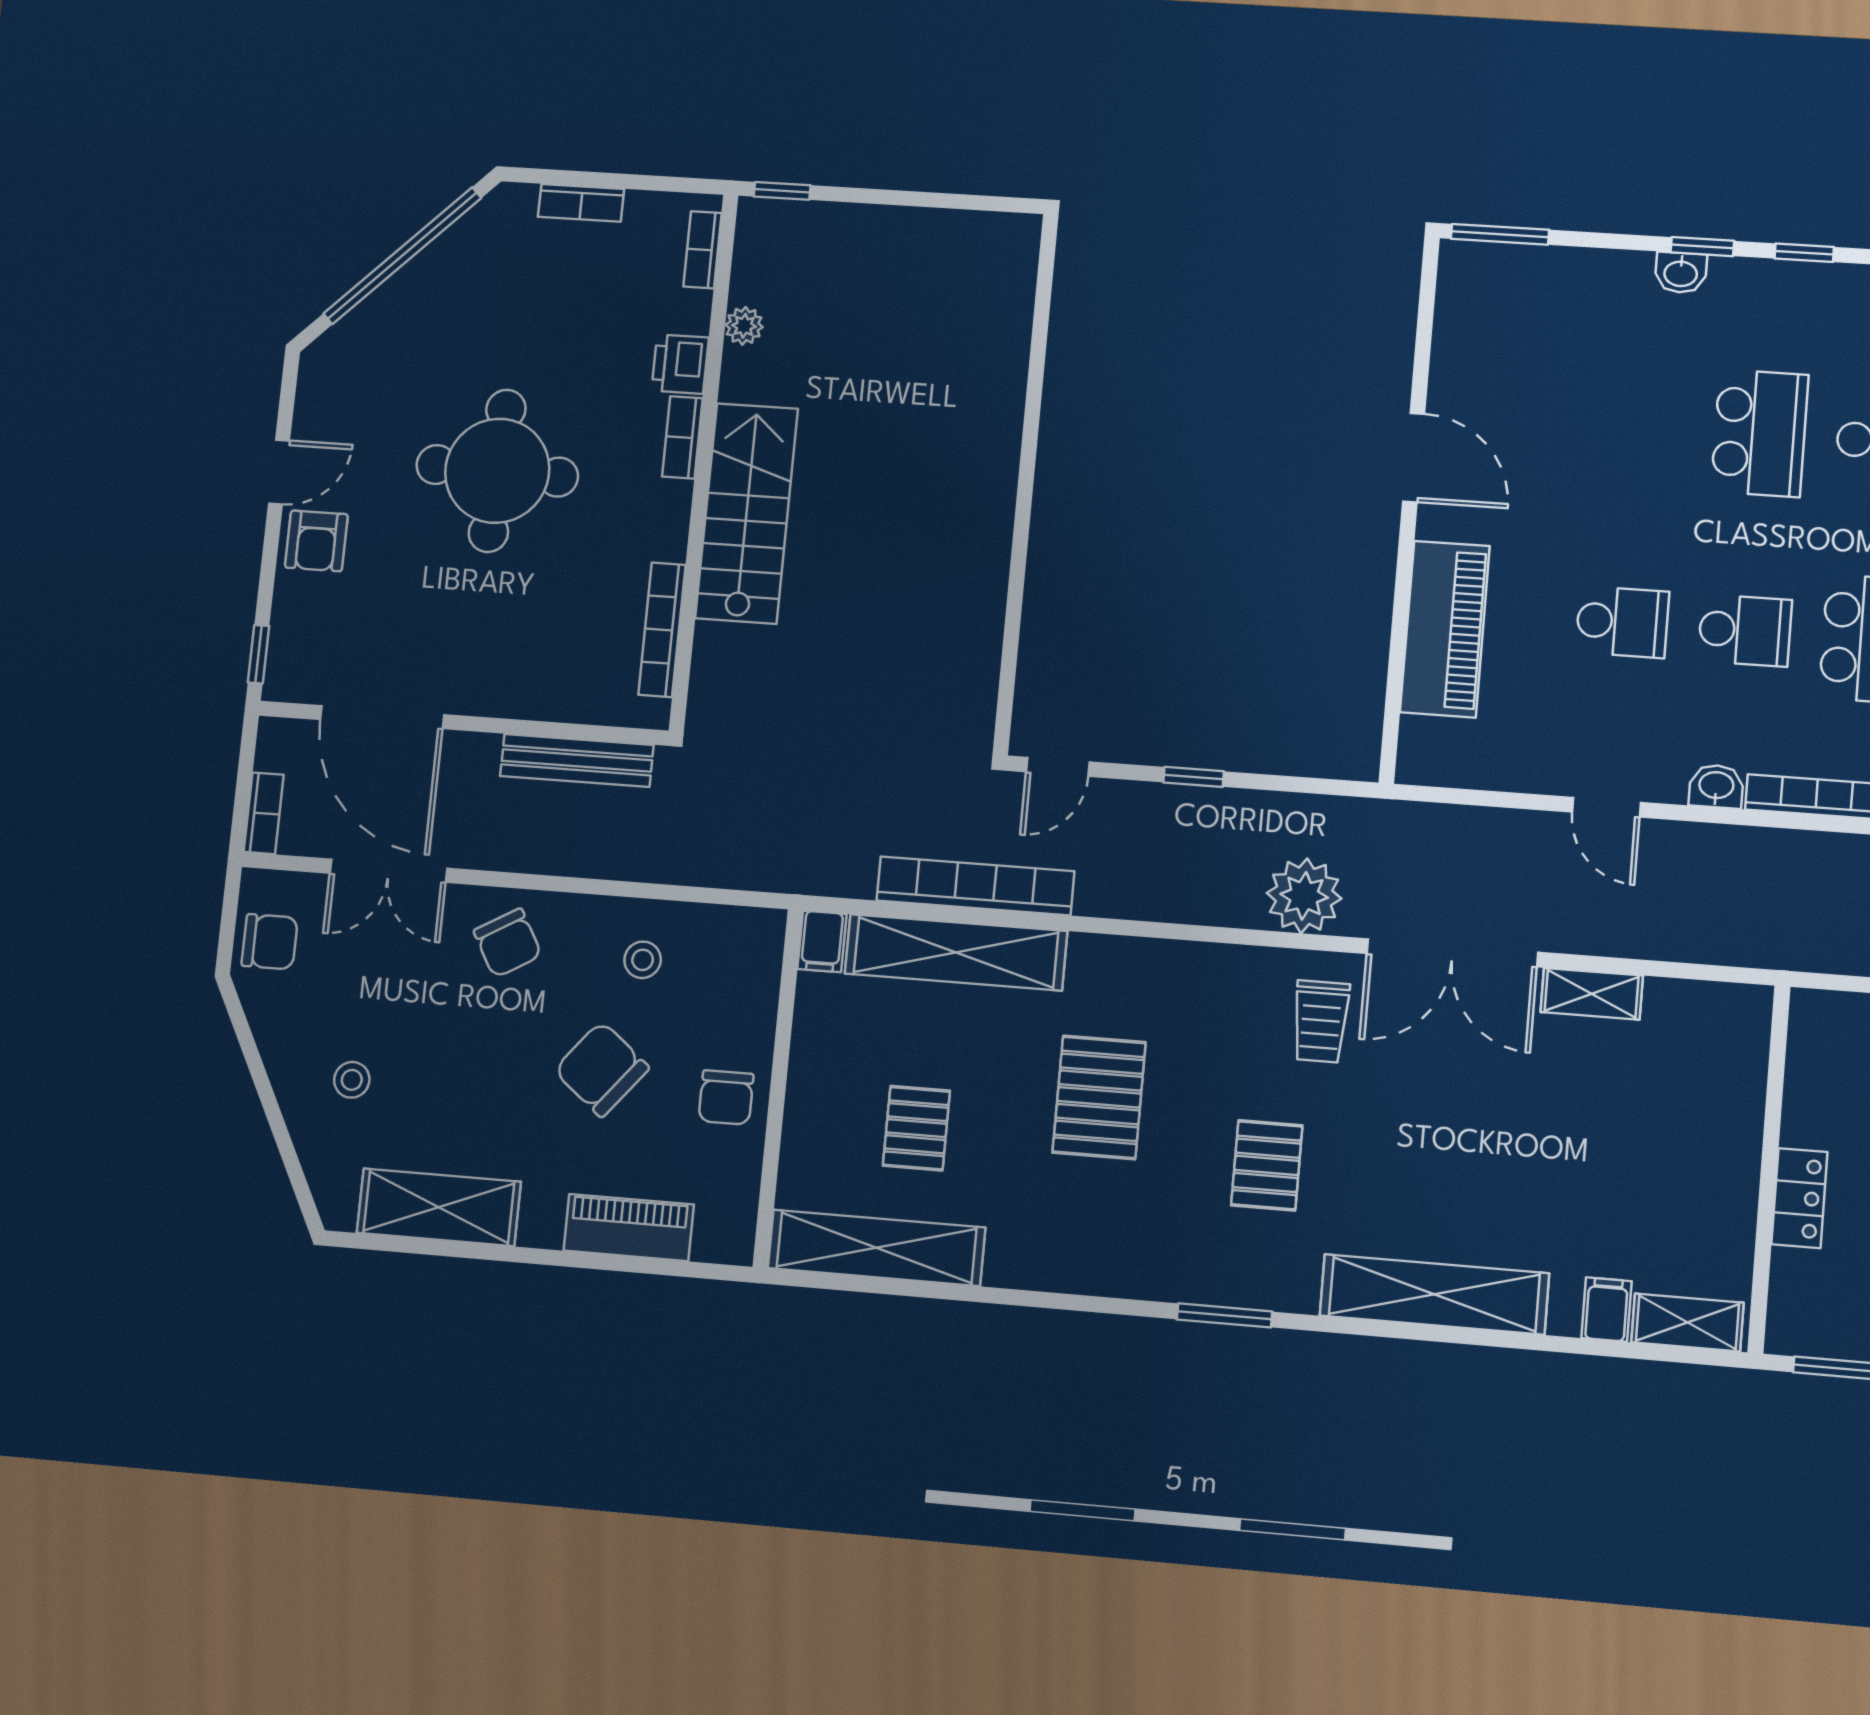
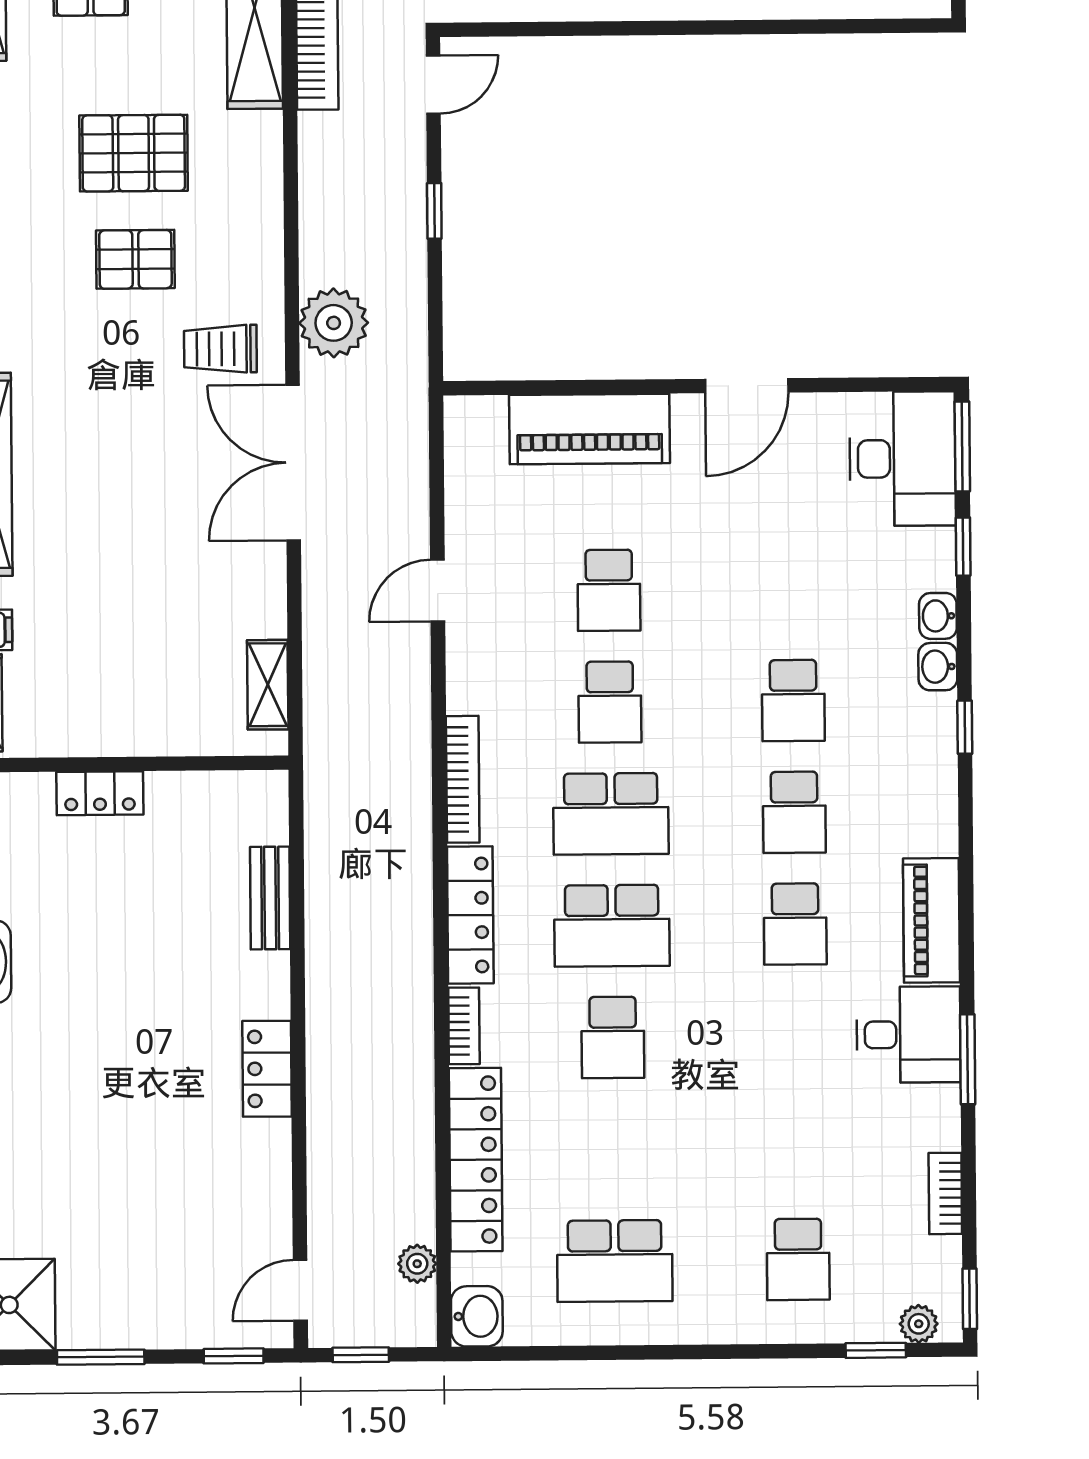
window: (1702, 247) -> (963, 547), moved
desk: (1507, 298) -> (902, 459), added
school desk: (1760, 433) -> (793, 700), width x0.54
door: (1058, 767) -> (433, 84), swing flipped
washbasin: (1716, 786) -> (938, 667), moved, turned 180
shelving: (1592, 994) -> (268, 685), moved
pallet: (1267, 1165) -> (135, 259), moved

